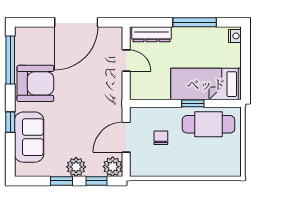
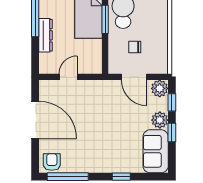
dresser: (152, 34) -> (46, 35), moved
armchair: (35, 83) -> (52, 162), moved, width x0.53, depth x0.53
window: (193, 103) -> (105, 19), width x1.50
sofa: (29, 137) -> (156, 151), moved, turned -90

